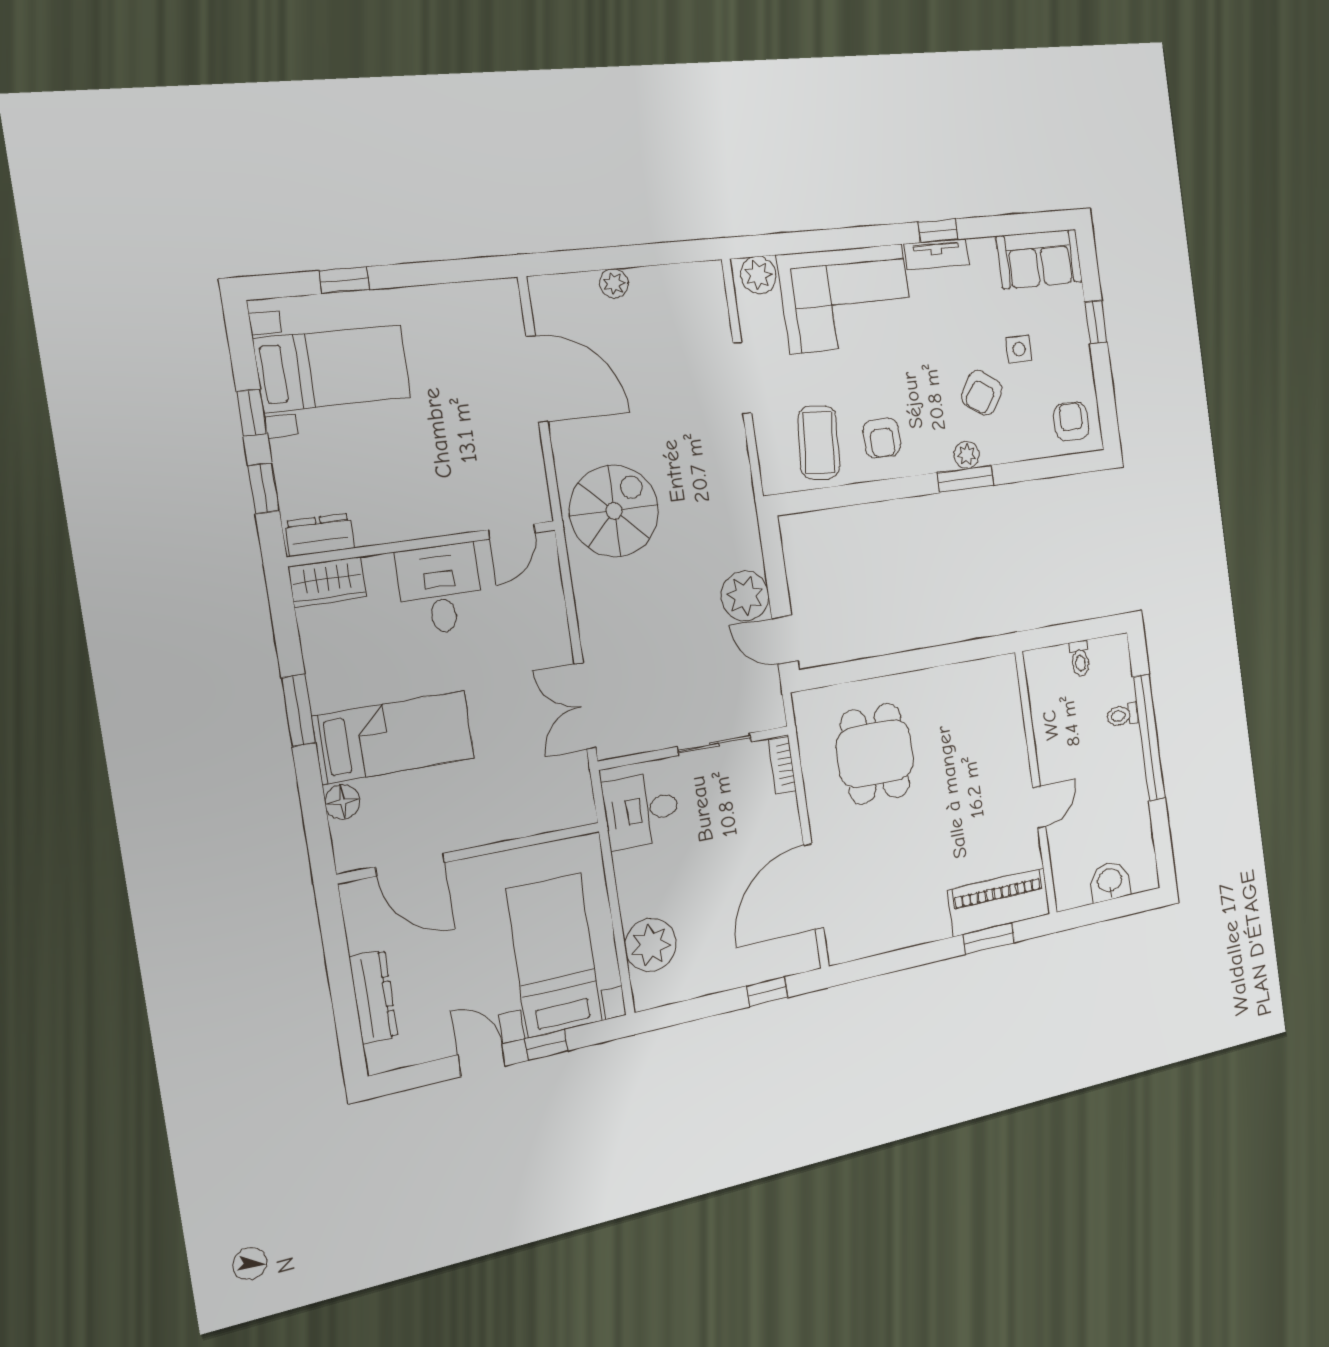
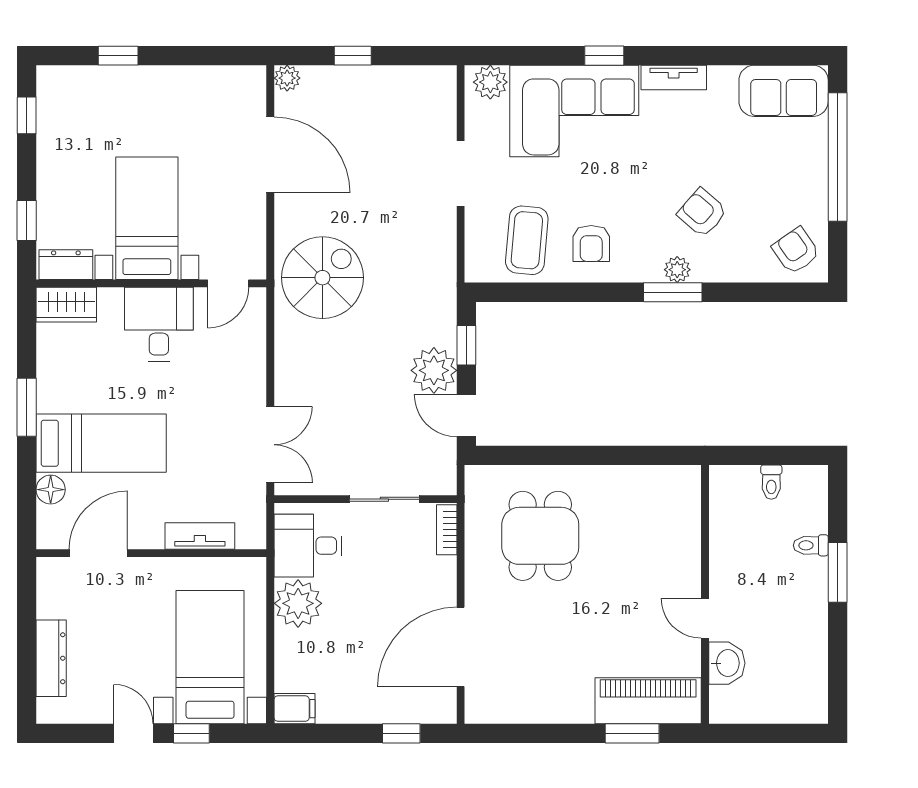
window: (938, 231) -> (604, 56), moved
window: (611, 258) -> (353, 56), added
plant: (614, 283) -> (287, 78), moved
window: (1096, 322) -> (838, 157), width x3.17
side table: (1019, 349) -> (748, 175), removed
bed with nightstands: (333, 368) -> (147, 218), moved, turned -90
armchair: (982, 393) -> (702, 213), turned 97
window: (252, 413) -> (27, 115), moved
armchair: (1071, 421) -> (796, 251), turned -35
window: (774, 564) -> (466, 345), added
double door: (585, 706) -> (270, 445), swing flipped
window: (1149, 737) -> (838, 572), width x0.47
door: (1039, 807) -> (705, 618), swing flipped
tv unit: (523, 822) -> (200, 536), added
door: (410, 865) -> (98, 553), swing flipped
washbasin: (1110, 881) -> (727, 663), moved, turned 90
plant: (651, 945) -> (298, 603), moved
filing cabinet: (653, 991) -> (294, 709), added

